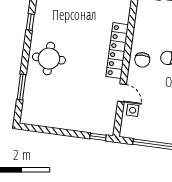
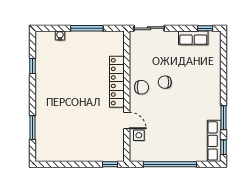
round table: (49, 59) -> (55, 98), removed
chair: (142, 60) -> (141, 87), turned -90

